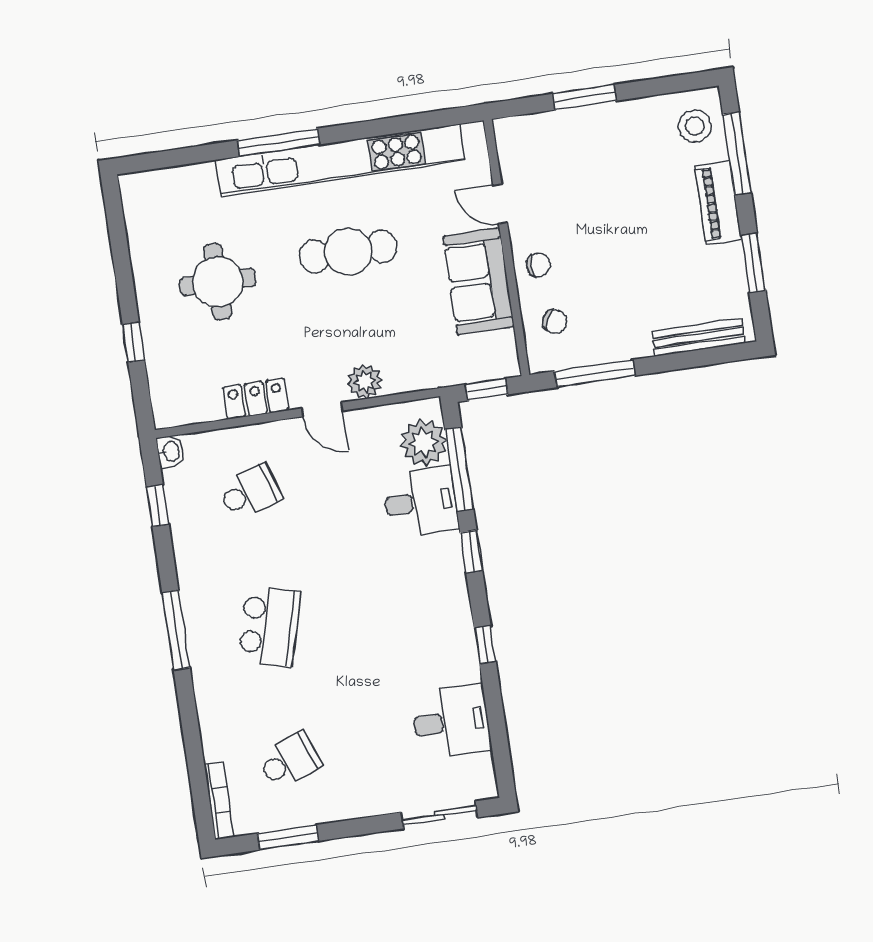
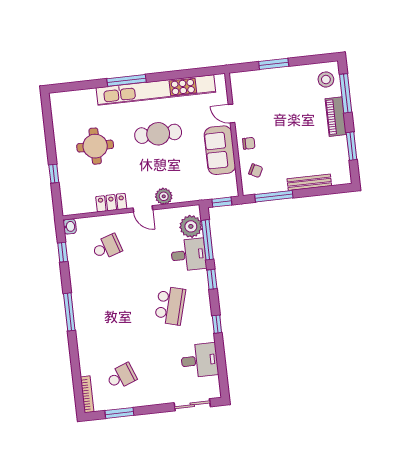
bench: (698, 337) -> (309, 182), moved
school desk: (269, 627) -> (170, 306), moved

